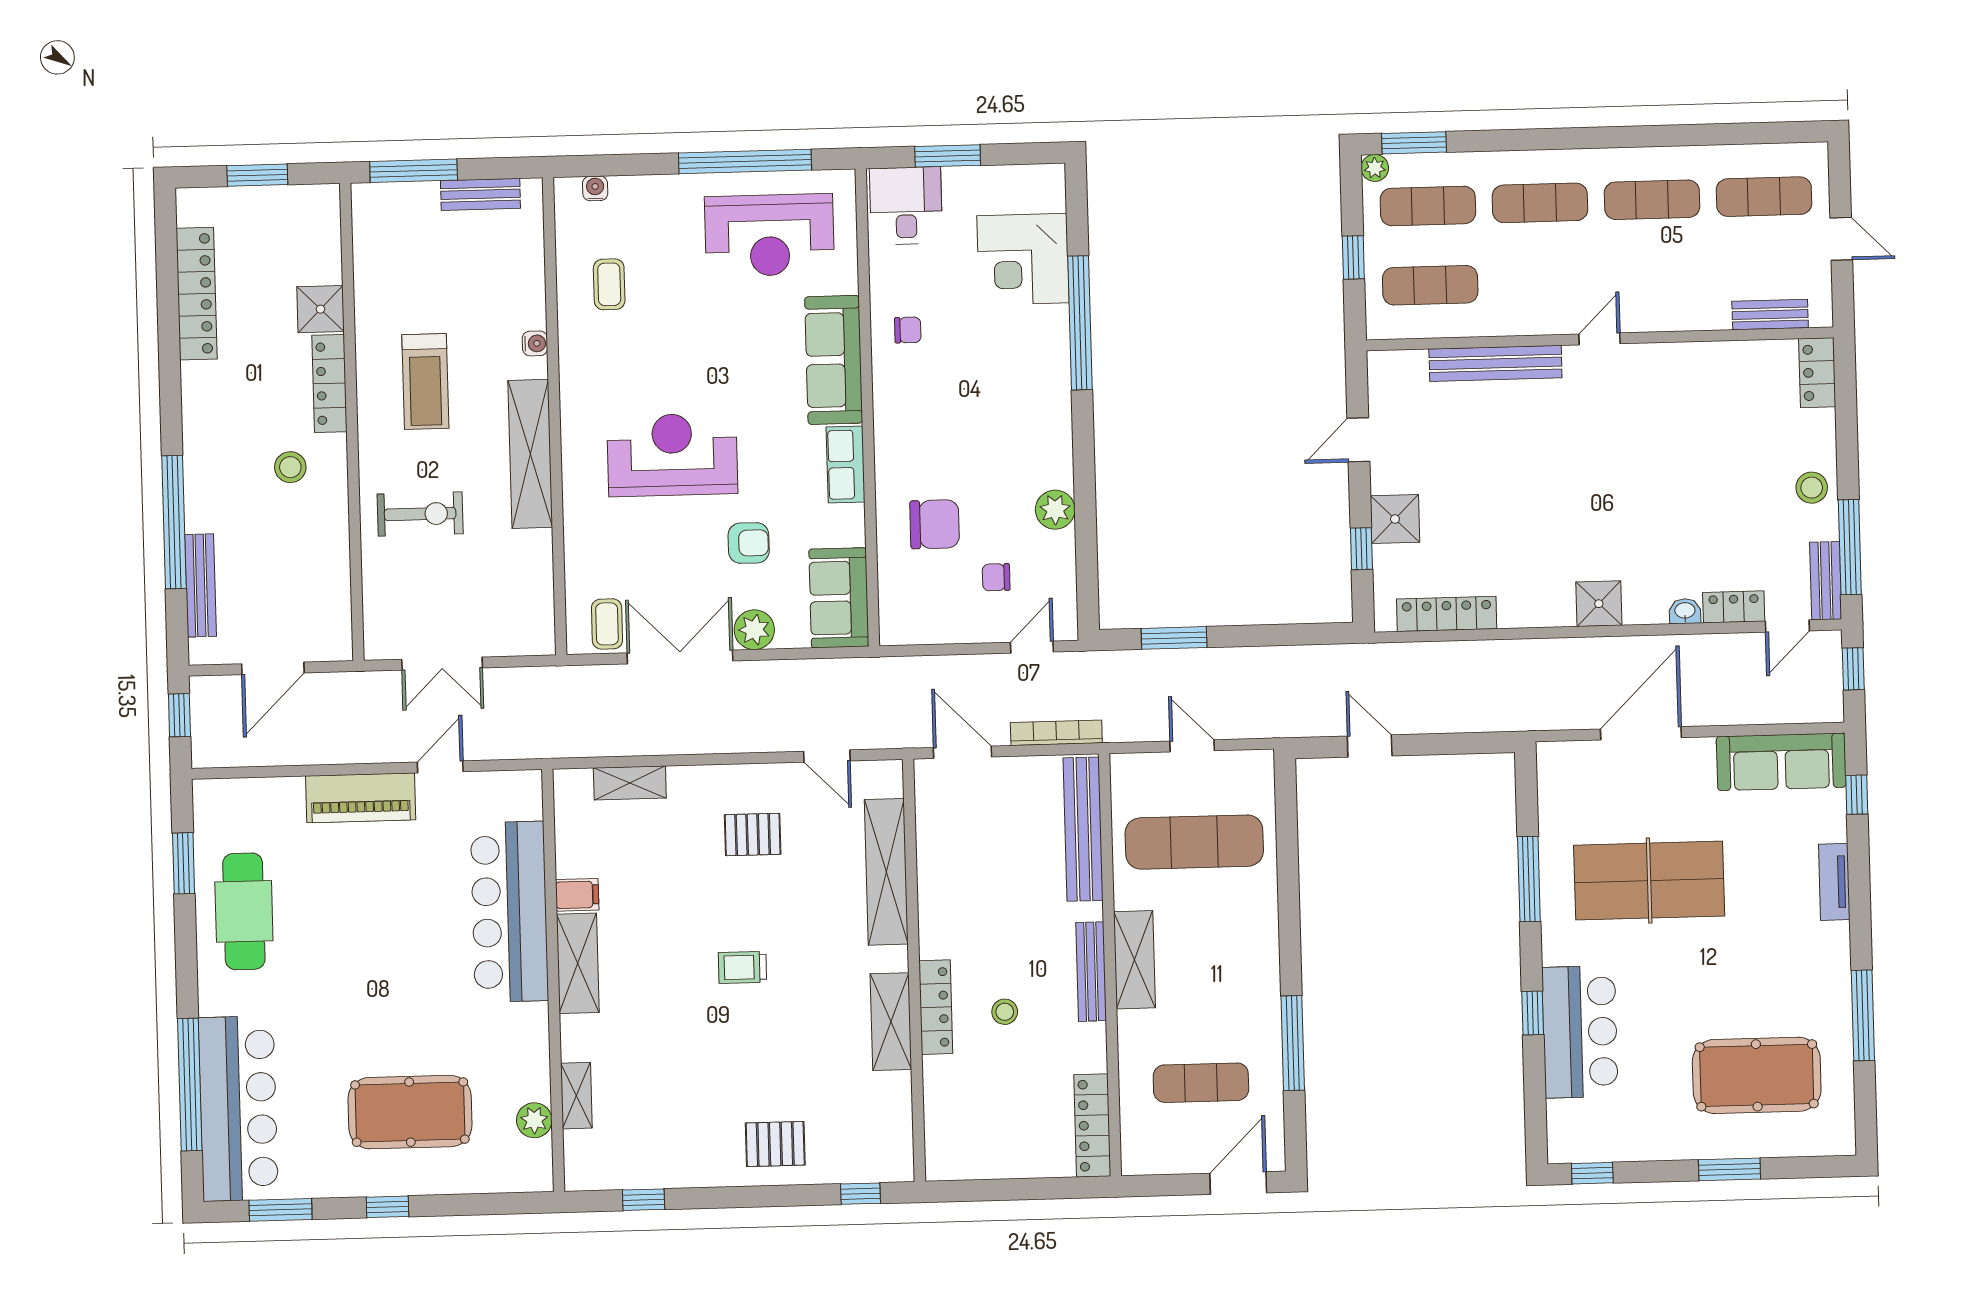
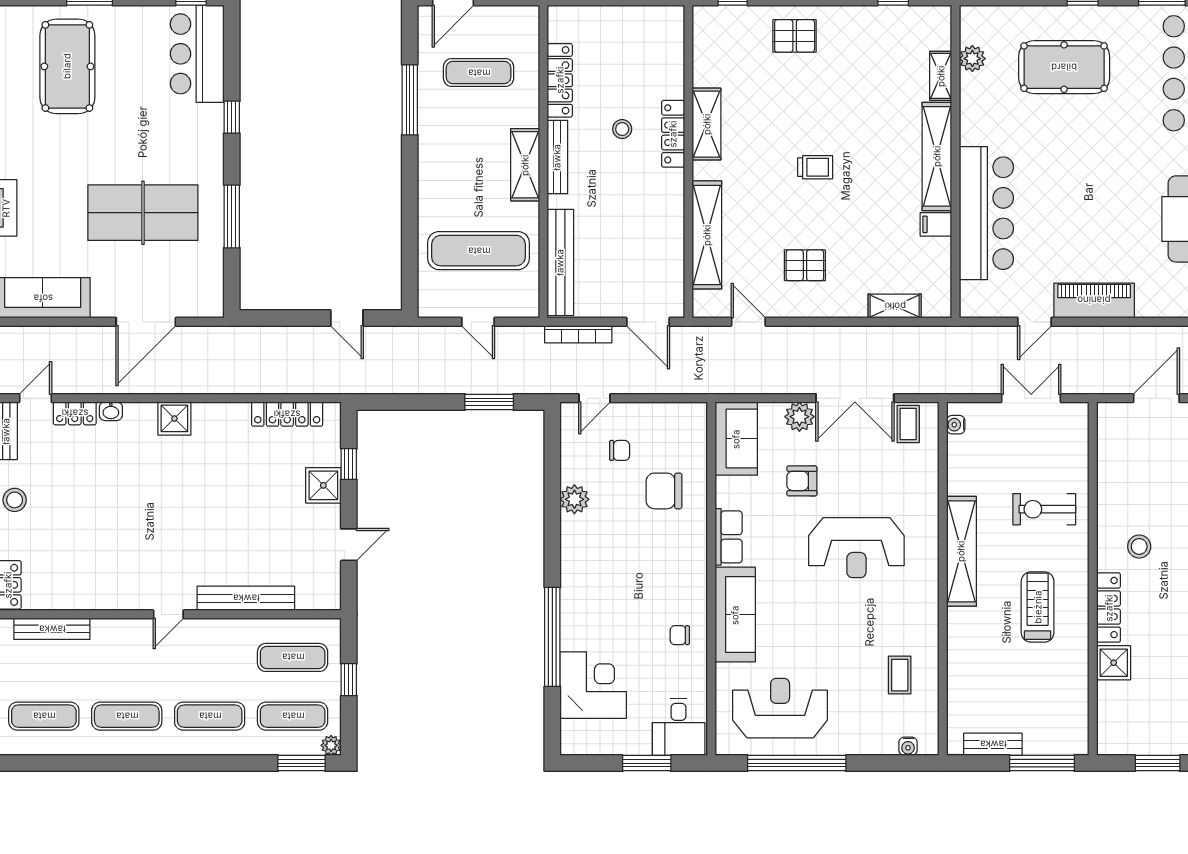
bench: (1770, 315) -> (52, 629), width x1.36
water cooler: (535, 343) -> (956, 425), moved
shelving: (578, 963) -> (937, 156), width x1.47
bar counter: (1580, 1032) -> (197, 54), moved
pool table: (1757, 1075) -> (67, 66), turned 90
locker: (1092, 1126) -> (560, 80), moved

